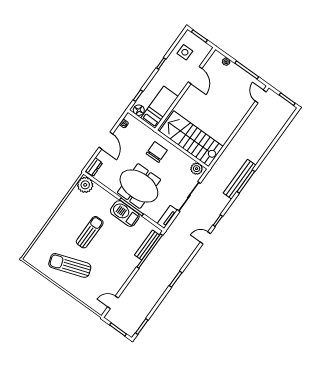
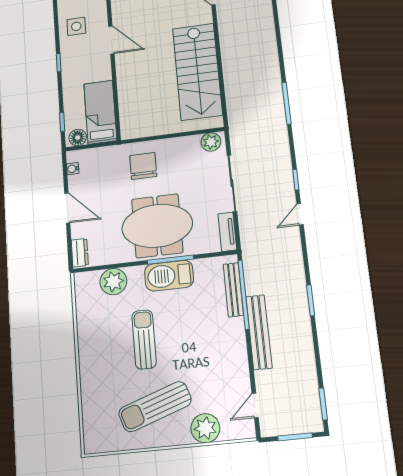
stairs: (191, 139) -> (197, 72), moved, turned -90
bench: (240, 179) -> (259, 332), moved
plant: (85, 185) -> (113, 282), moved
plant: (84, 293) -> (205, 428), added

